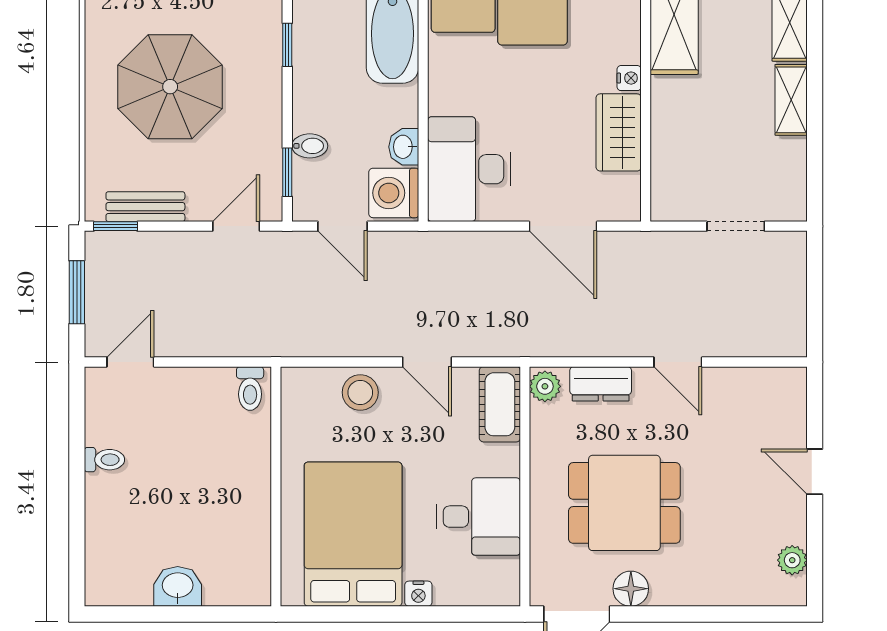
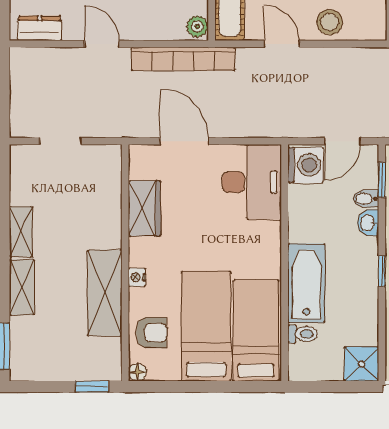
nightstand: (629, 78) -> (137, 277), moved
washbasin: (404, 147) -> (368, 223), moved, turned 180
door: (343, 226) -> (342, 141), swing flipped
bookcase: (564, 341) -> (183, 59), added
dresser: (601, 384) -> (39, 28), moved

